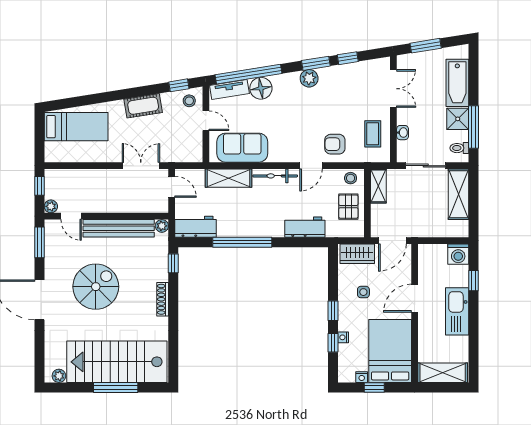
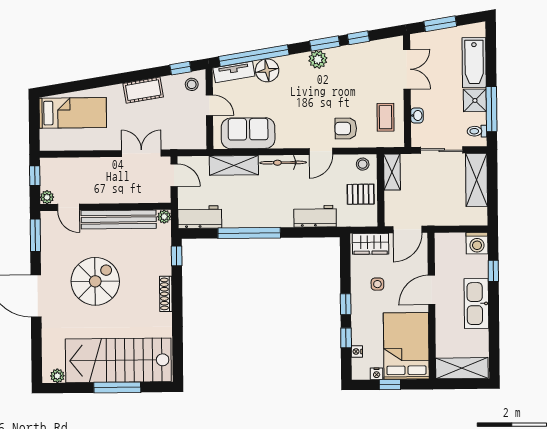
pallet: (348, 207) -> (361, 194), turned 90
nightstand: (343, 337) -> (357, 351), moved

